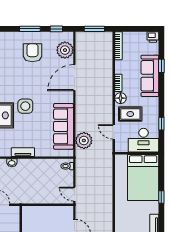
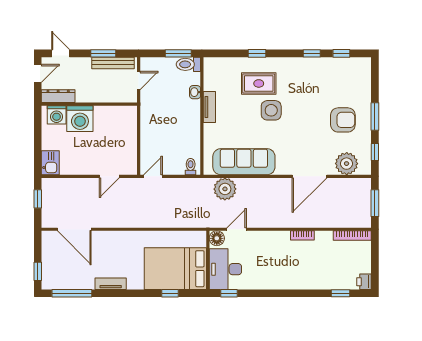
window: (161, 66) -> (340, 293), moved
sofa: (150, 76) -> (312, 278), removed
door: (74, 78) -> (309, 176), swing flipped
floor lamp: (121, 98) -> (217, 238), moved
rug: (130, 114) -> (261, 251), removed
window: (161, 124) -> (229, 293), moved
window: (161, 197) -> (170, 293), moved

